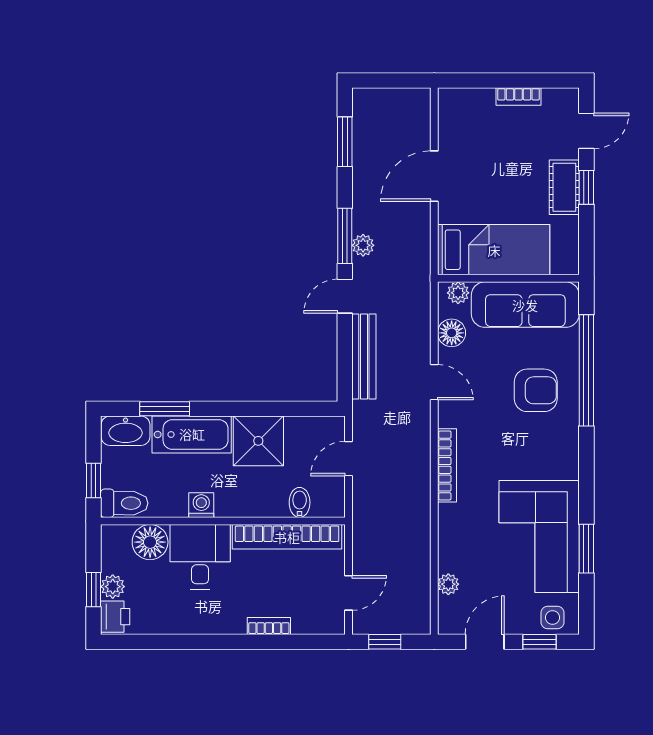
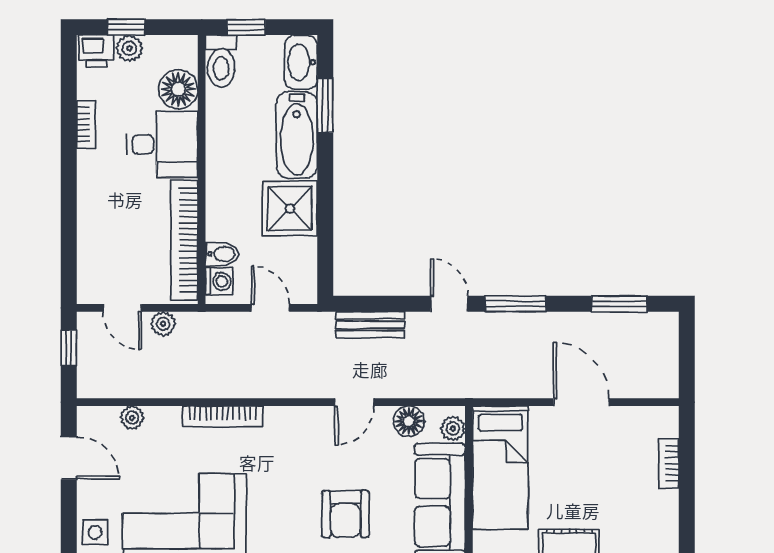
bookcase: (518, 96) -> (669, 463), moved
plant: (363, 245) -> (163, 324), moved
bench: (364, 356) -> (370, 325), width x0.73
bookcase: (447, 465) -> (222, 416), moved
washing machine: (201, 505) -> (219, 281), moved
bookcase: (269, 626) -> (86, 124), moved
window: (539, 642) -> (69, 518), removed

